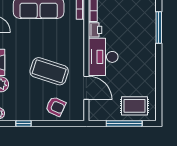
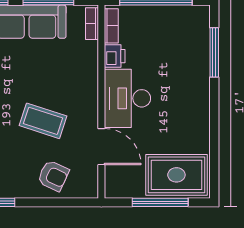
coffee table: (49, 71) -> (43, 121), width x0.73, depth x0.76
rug: (135, 106) -> (176, 175), width x1.36, depth x1.43

